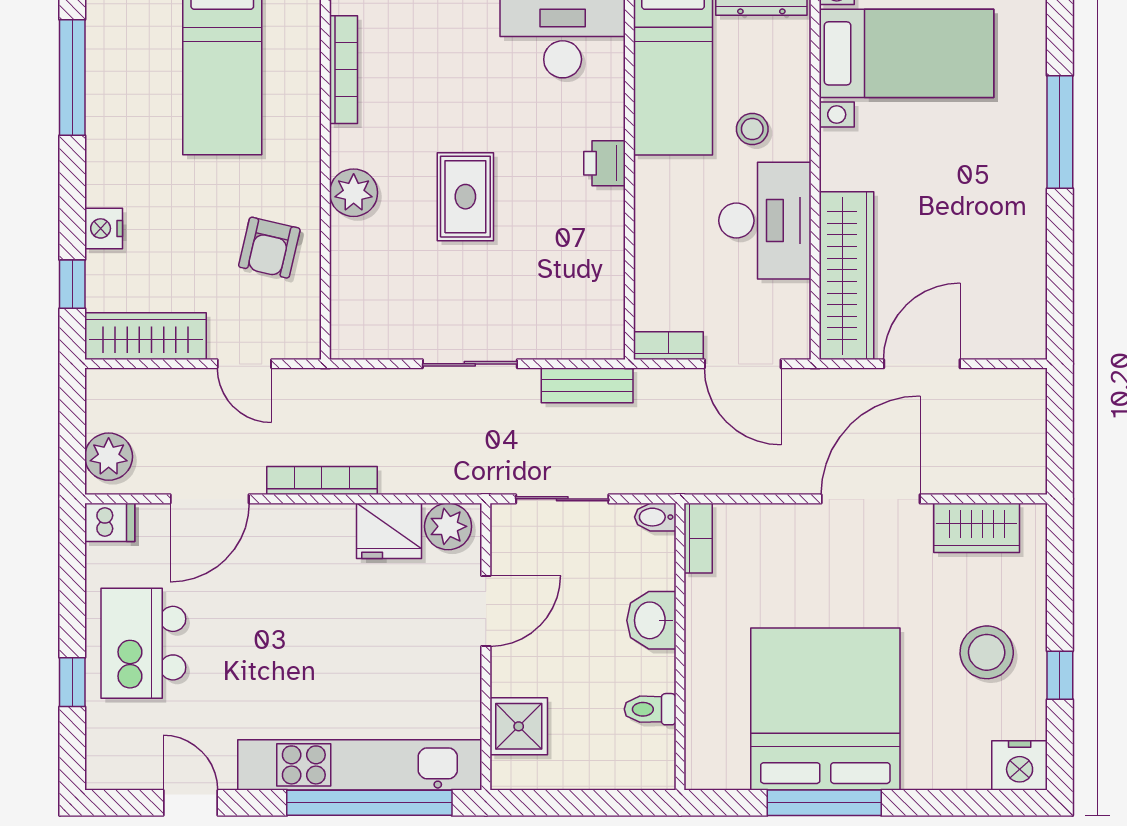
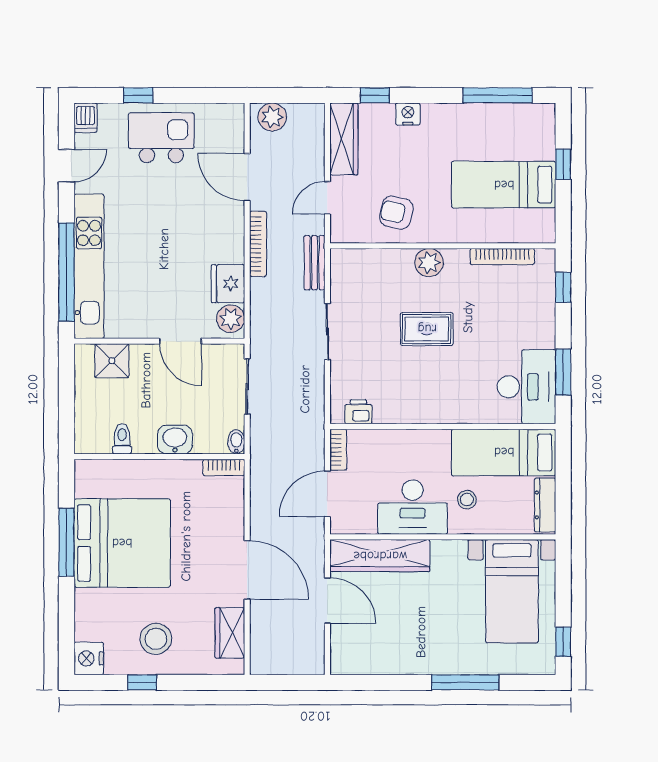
printer: (604, 163) -> (358, 412), moved
bench: (587, 385) -> (314, 263), moved
dishwasher: (110, 522) -> (86, 118), moved

